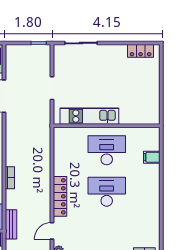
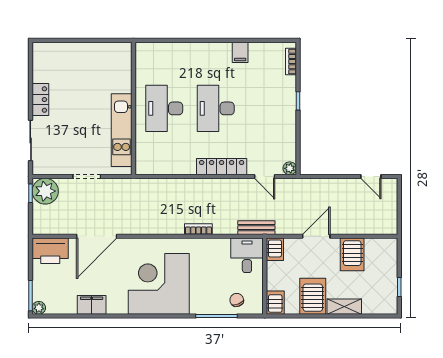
locker: (141, 51) -> (40, 100), moved
plant: (40, 55) -> (45, 191), added
filing cabinet: (152, 157) -> (240, 52), moved

